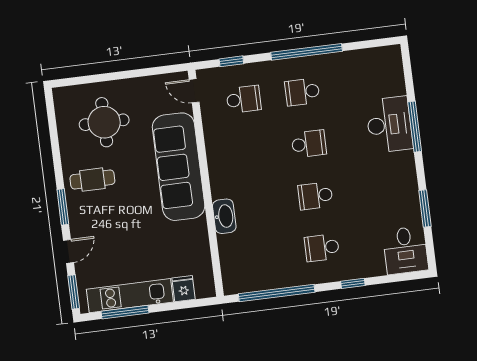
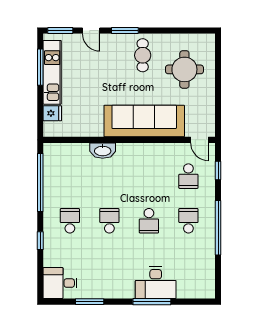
door: (194, 91) -> (200, 140), swing flipped

